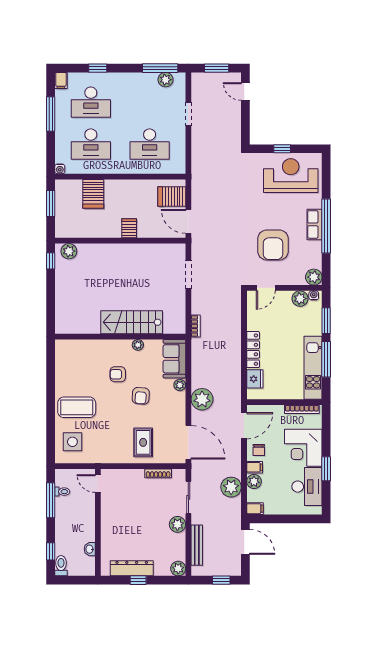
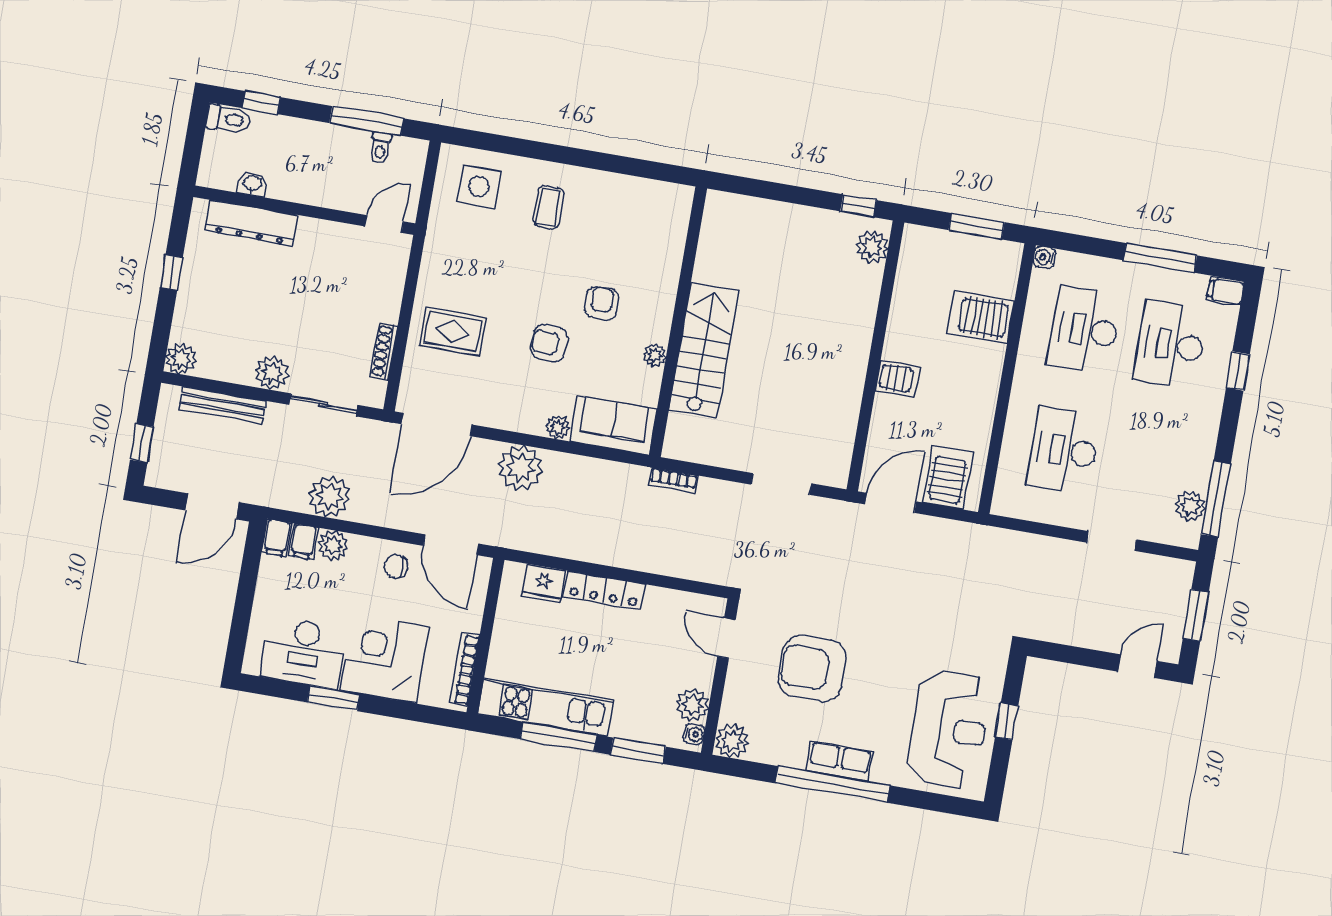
coffee table: (77, 407) -> (548, 207), width x0.54, depth x0.58
filing cabinet: (255, 467) -> (304, 542), moved
dresser: (132, 568) -> (251, 223), moved, turned 90

